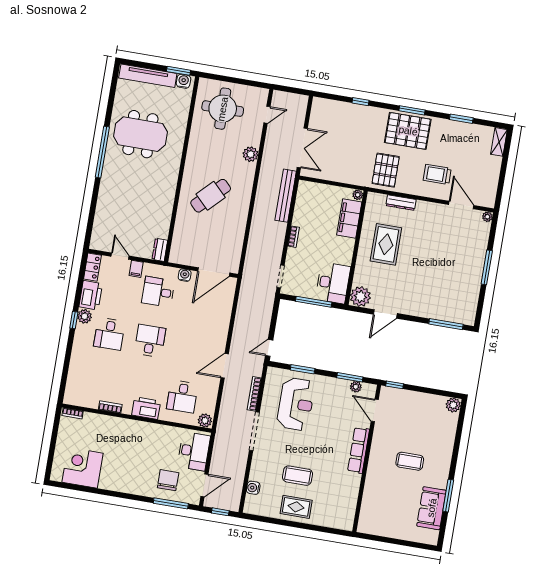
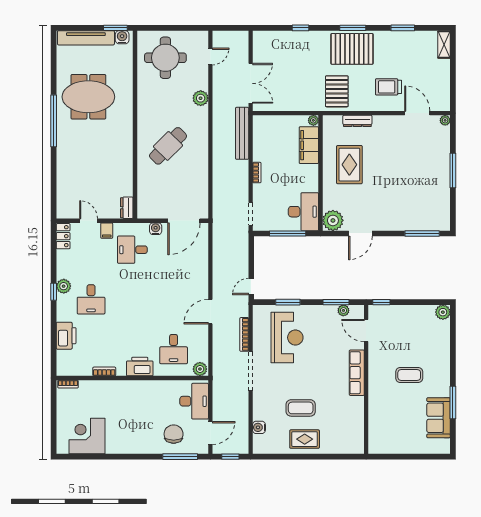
printer: (91, 295) -> (66, 336), moved
desk: (150, 341) -> (132, 299), removed

